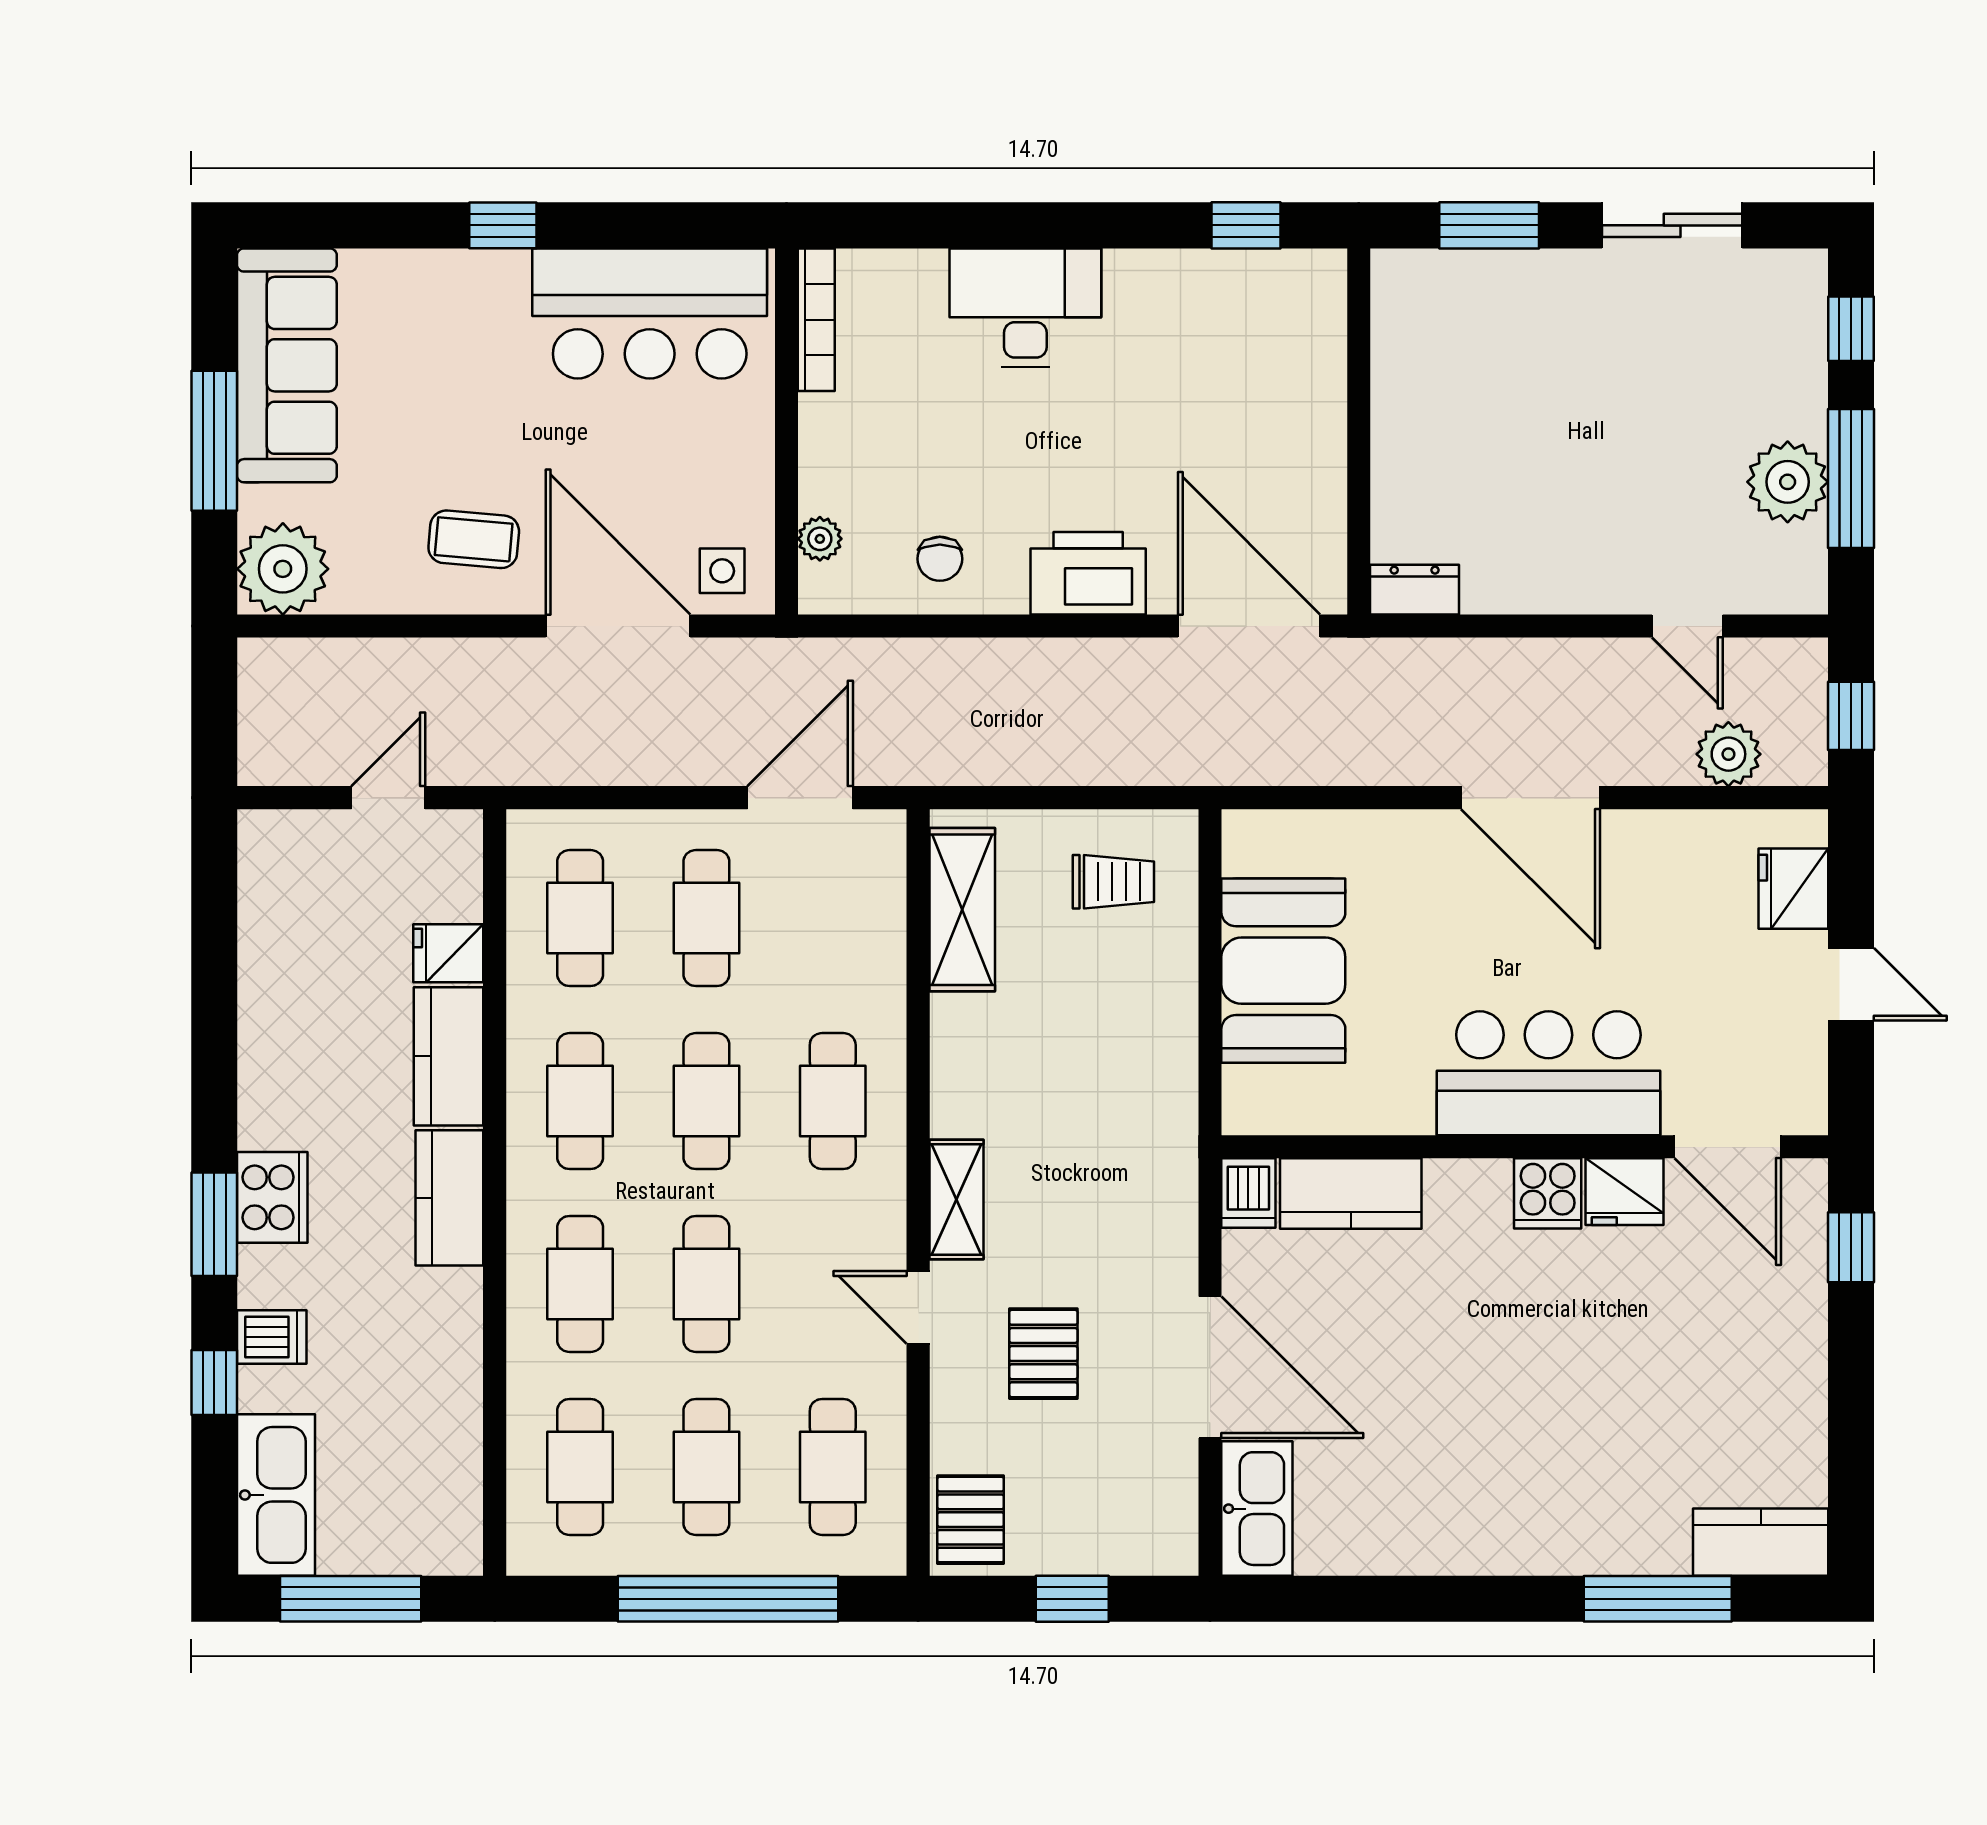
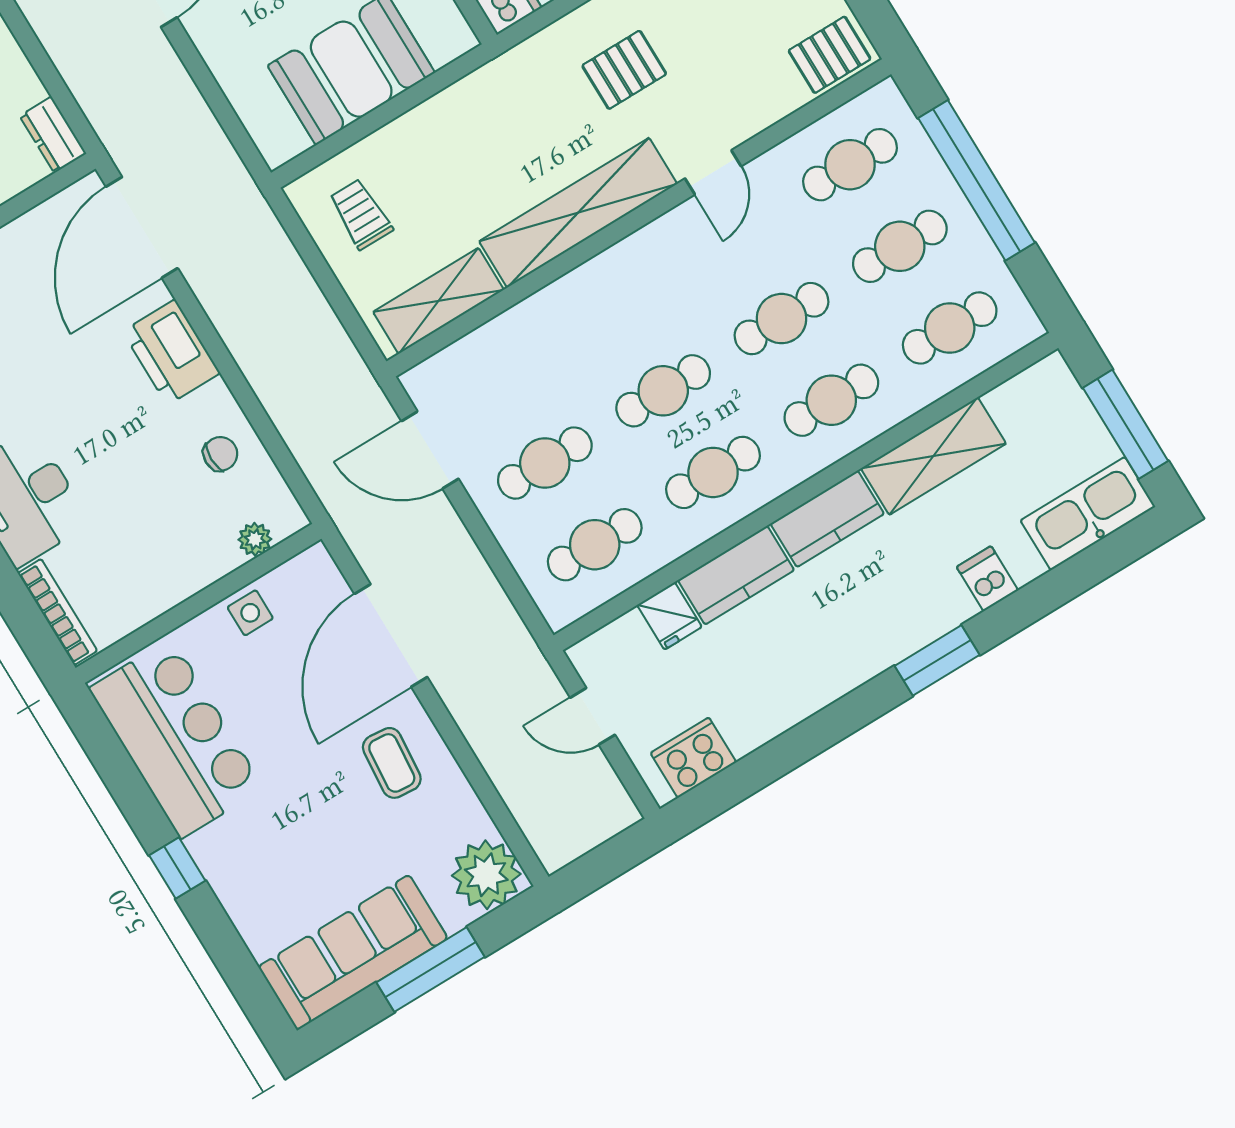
bookcase: (816, 320) -> (58, 612), moved, turned 90
side table: (722, 571) -> (250, 613), moved
cafe table: (833, 1101) -> (613, 309), removed
cooker: (272, 1197) -> (693, 758), moved
shelving: (957, 1199) -> (578, 213), width x2.20, depth x1.33
pallet: (1043, 1354) -> (624, 70), moved
shelving: (447, 1361) -> (933, 456), added
window: (214, 1382) -> (1039, 598), removed

